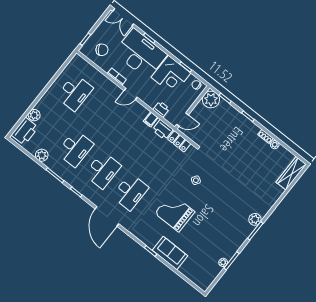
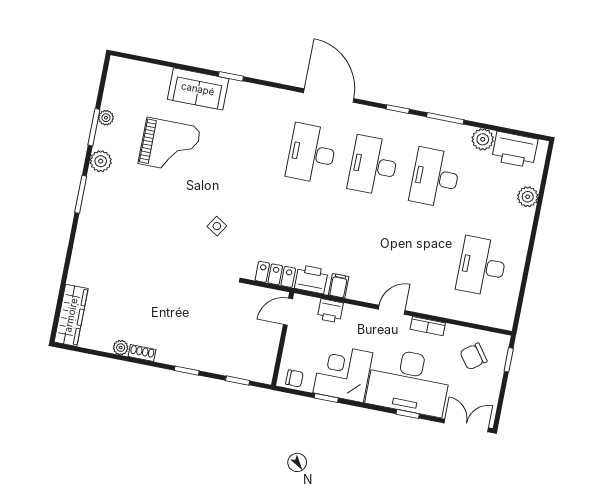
plant: (211, 99) -> (259, 367), removed
printer: (25, 131) -> (515, 150), moved, turned -90
grand piano: (175, 212) -> (170, 146), moved
plant: (255, 219) -> (101, 161), moved

